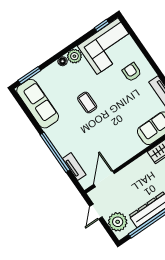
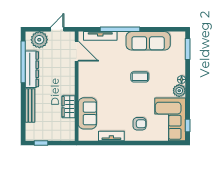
sofa: (38, 104) -> (148, 41), moved
tv unit: (74, 167) -> (100, 36), width x1.41
door: (96, 212) -> (57, 29), hinge flipped

